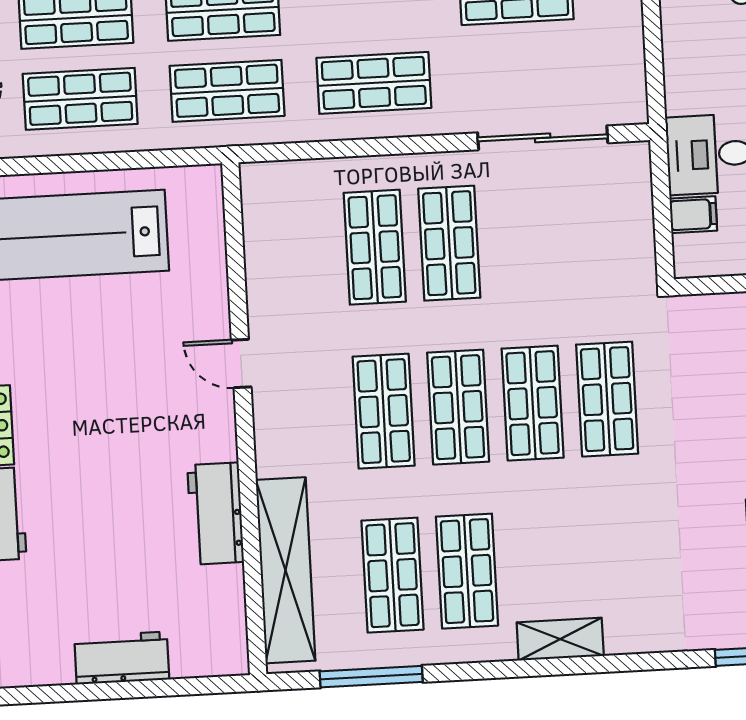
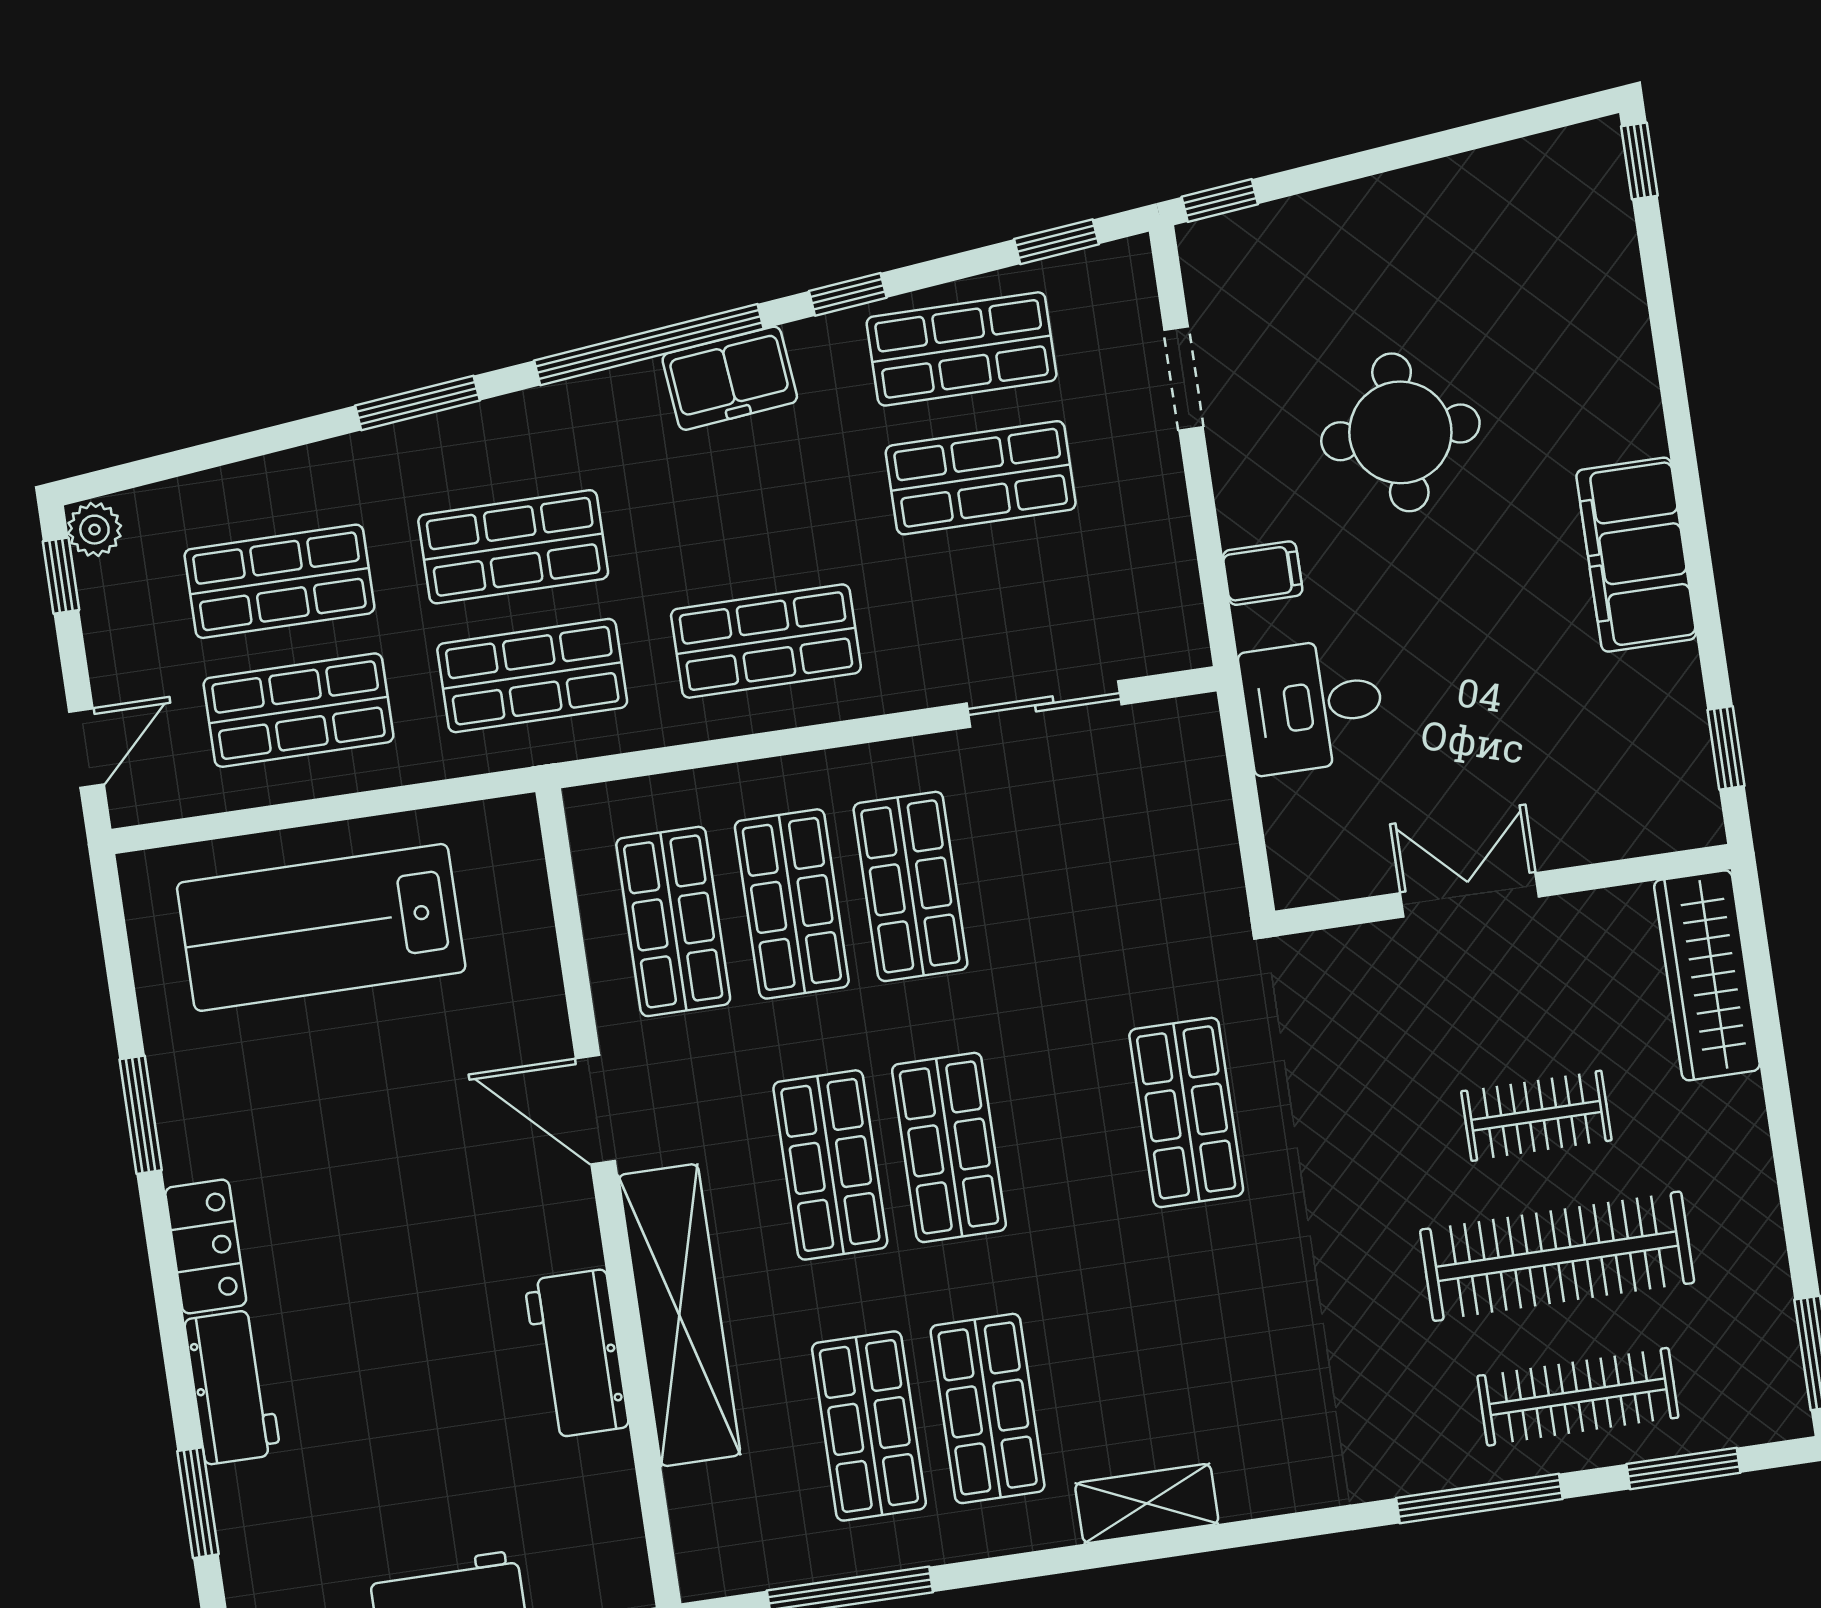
sliding door: (543, 138) -> (1044, 704), width x0.73
filing cabinet: (693, 215) -> (1263, 573), moved
door: (241, 363) -> (595, 1110), width x1.37
shop shelf: (533, 403) -> (673, 921), moved
shelving: (286, 570) -> (679, 1315), moved

